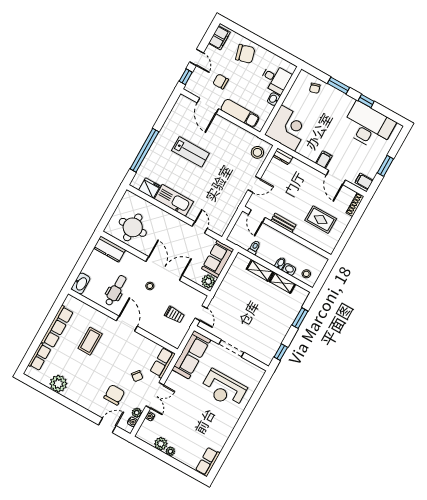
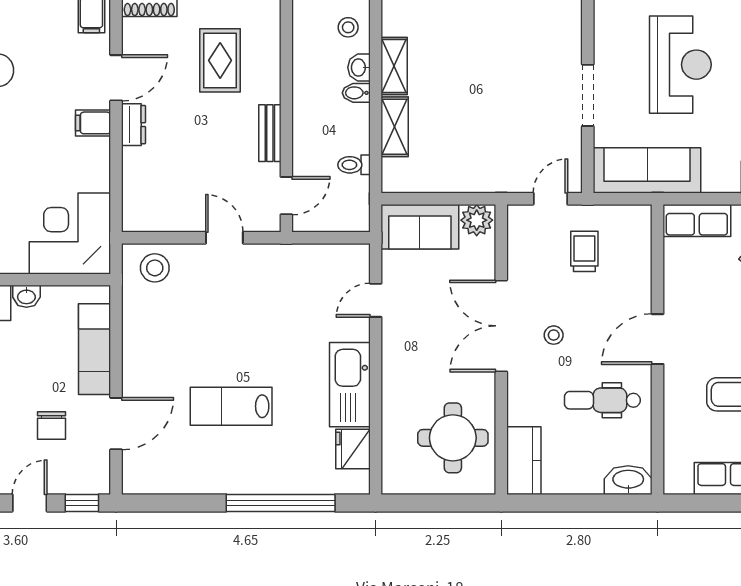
lab bench: (190, 152) -> (231, 406), turned -90
dresser: (283, 156) -> (133, 125), moved

